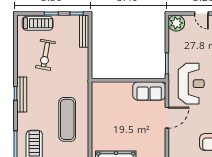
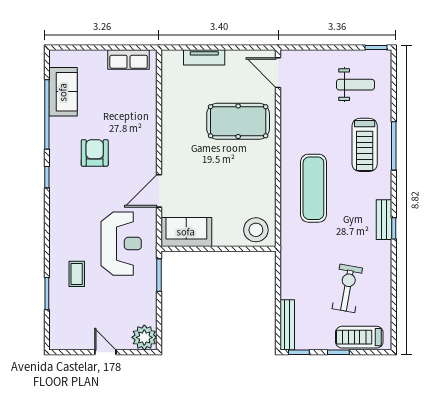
reception desk: (191, 84) -> (121, 244), turned 180
stool: (104, 93) -> (256, 230), added
bench: (22, 94) -> (384, 220), width x0.73

